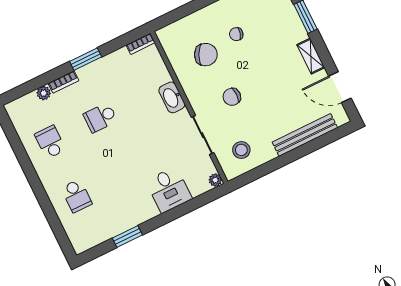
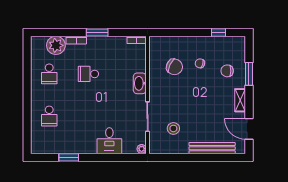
plant: (44, 93) -> (56, 45), width x1.87, depth x1.87
chair: (232, 97) -> (227, 71), moved
school desk: (50, 142) -> (49, 74), turned 180
stool: (241, 150) -> (173, 128), moved

